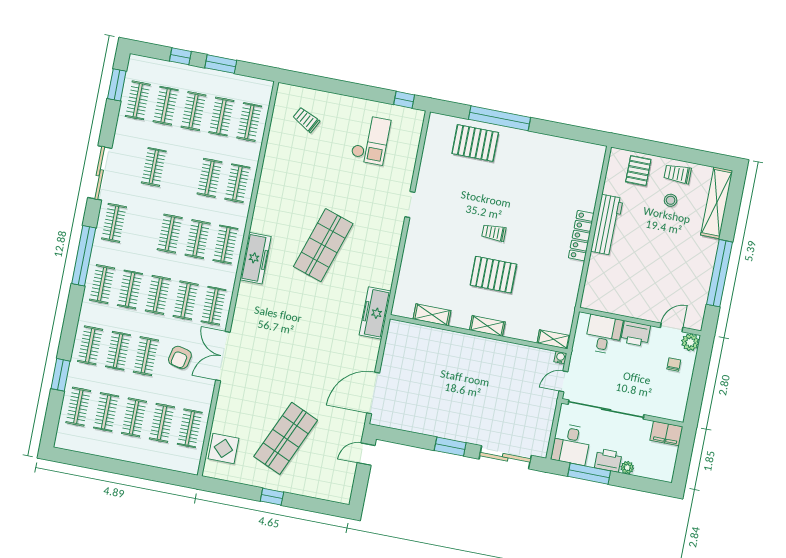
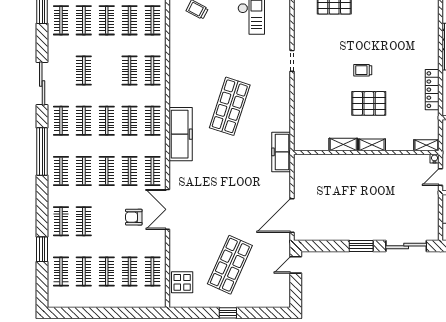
locker: (581, 236) -> (432, 90), moved
freezer: (255, 258) -> (181, 134), width x1.36, depth x1.26
shelving: (432, 315) -> (343, 145), moved
clothes rail: (146, 356) -> (84, 121), moved
armchair: (180, 358) -> (134, 217), turned 78

